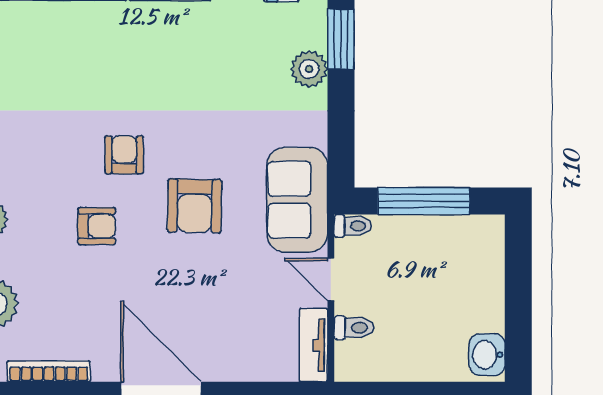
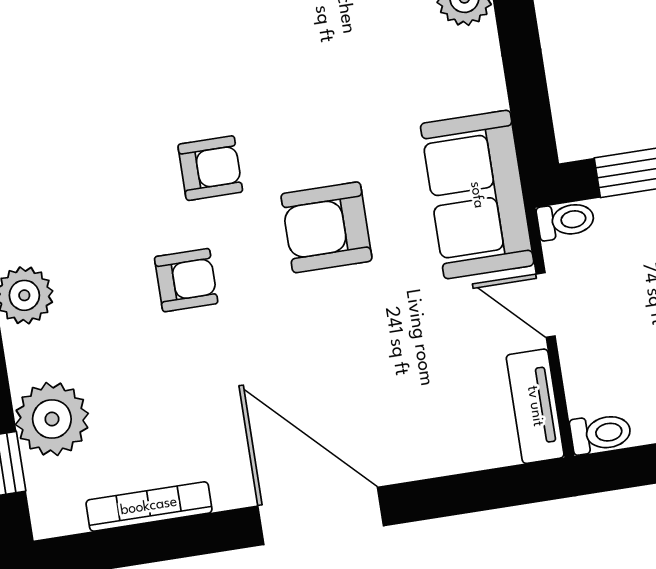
armchair: (124, 155) -> (210, 168), turned 90
armchair: (195, 206) -> (326, 227), turned 89
toilet: (354, 328) -> (601, 433), moved

